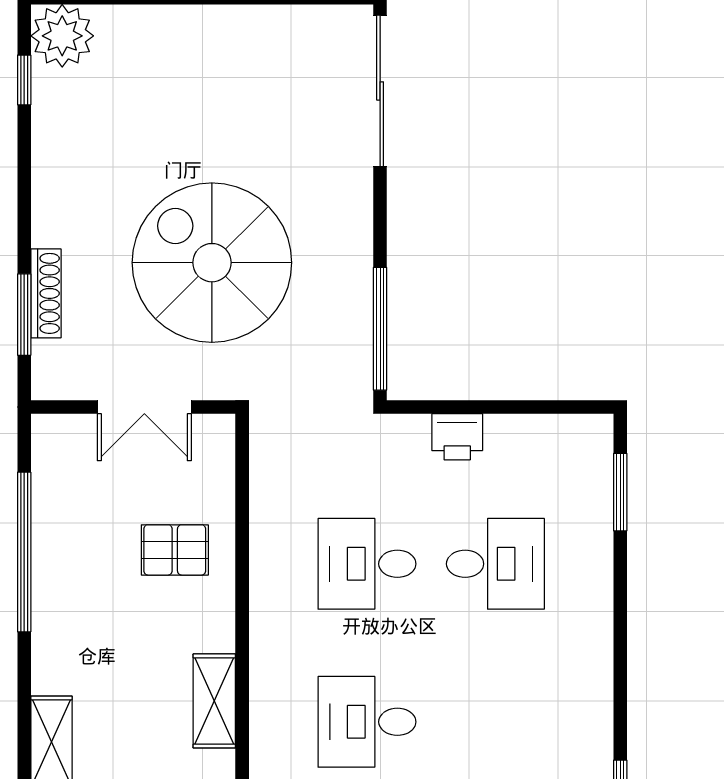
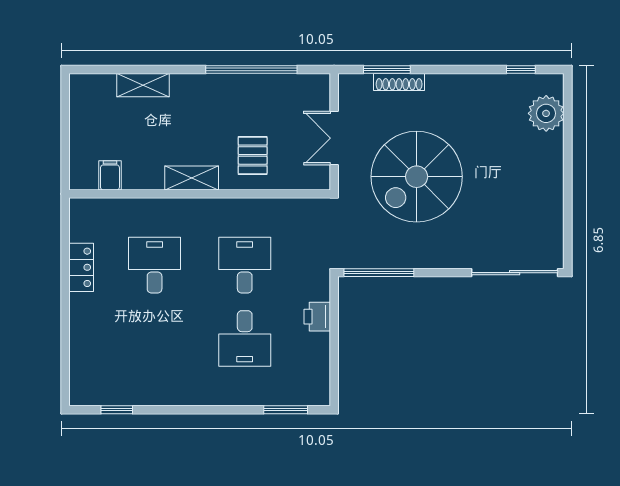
plant: (62, 36) -> (546, 113), moved
spiral stairs: (212, 263) -> (417, 177), turned 180
shelving: (214, 701) -> (192, 178), moved

